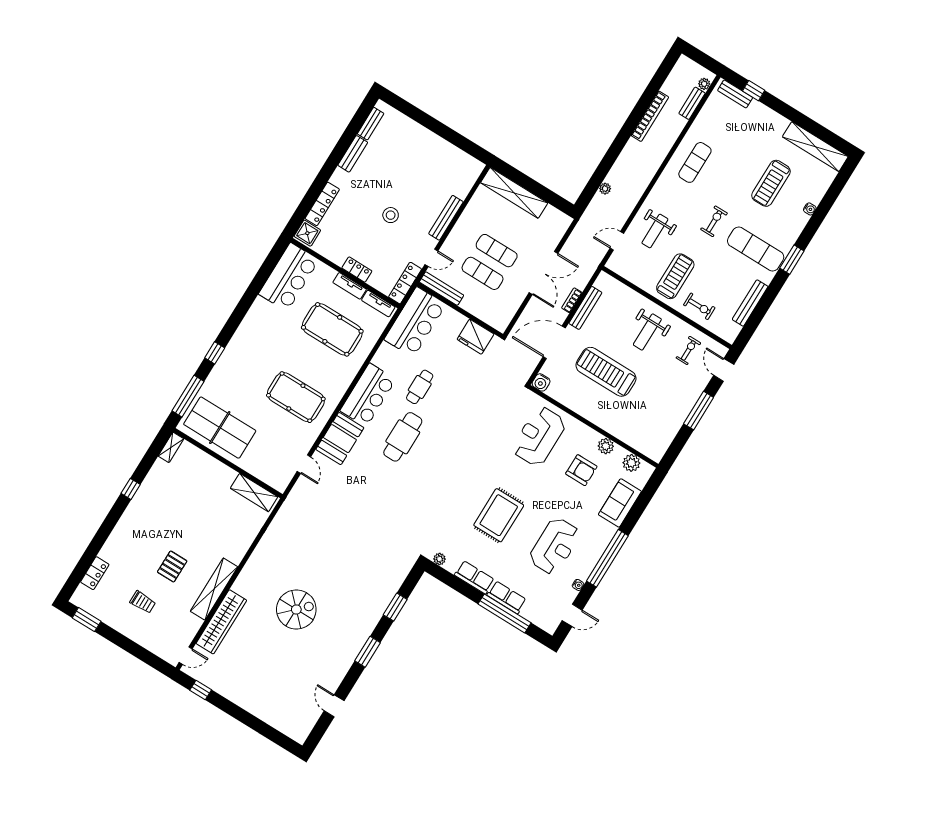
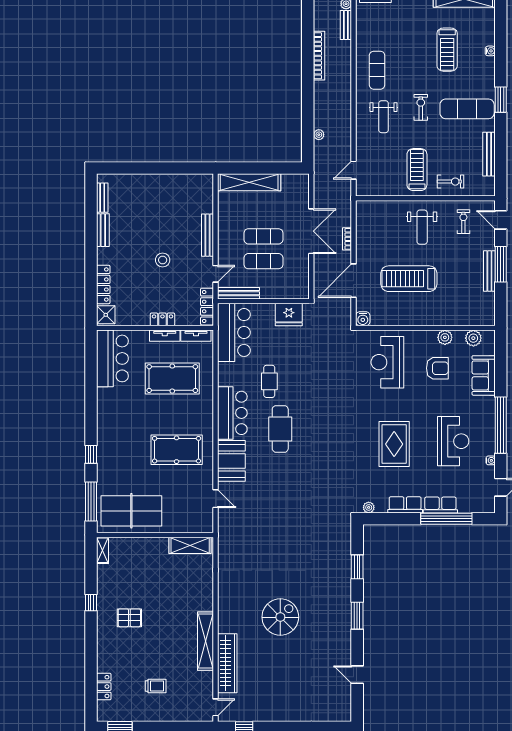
weight bench: (655, 231) -> (384, 117), moved
bench: (585, 308) -> (489, 271), moved
pallet: (172, 566) -> (129, 618), moved, turned 90

